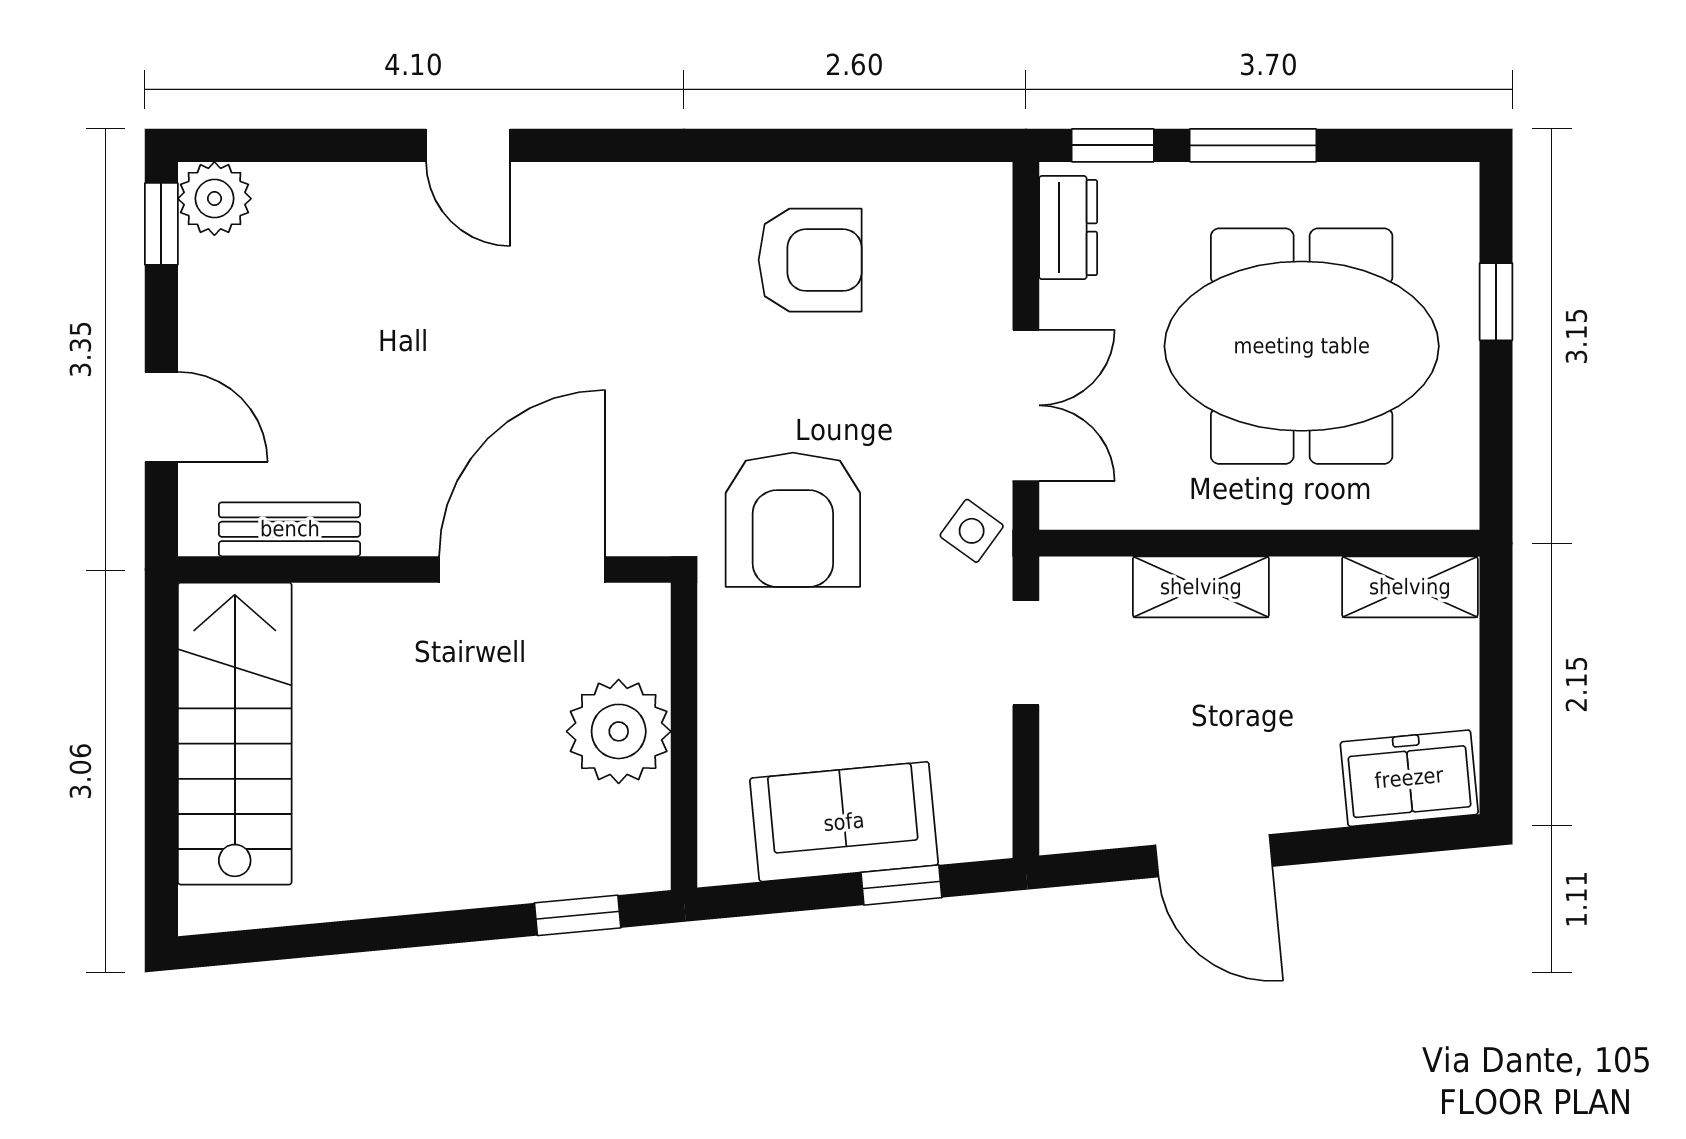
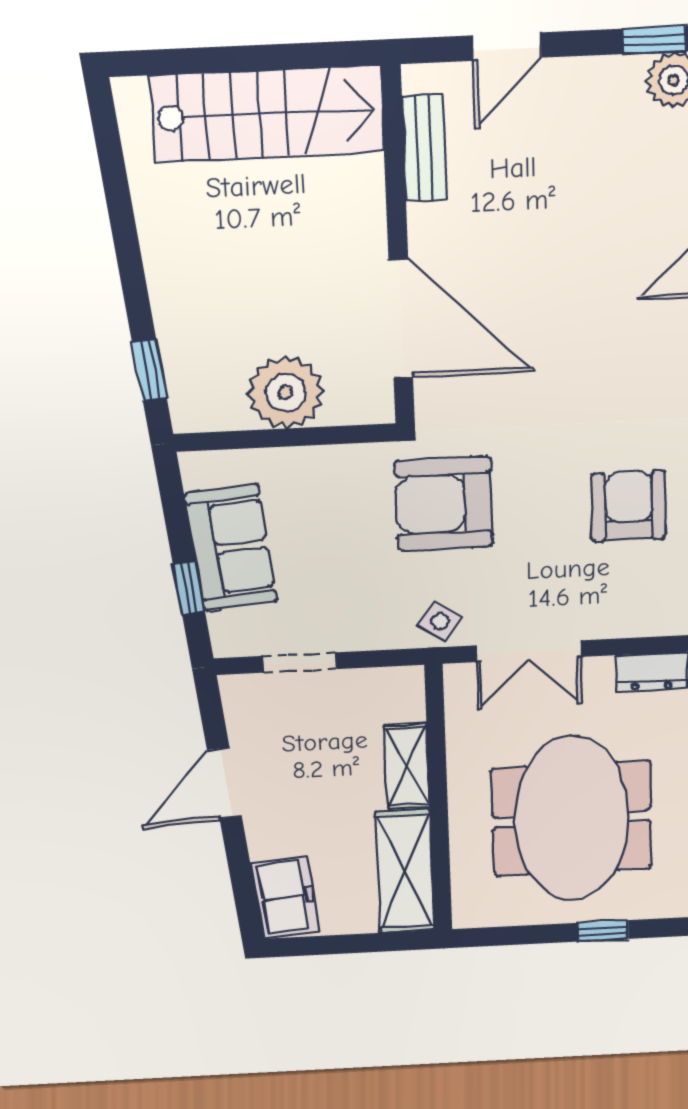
armchair: (810, 260) -> (629, 506), turned 180
shelving: (1410, 587) -> (405, 871), width x1.50, depth x1.33
doorway: (1026, 653) -> (300, 663), moved

